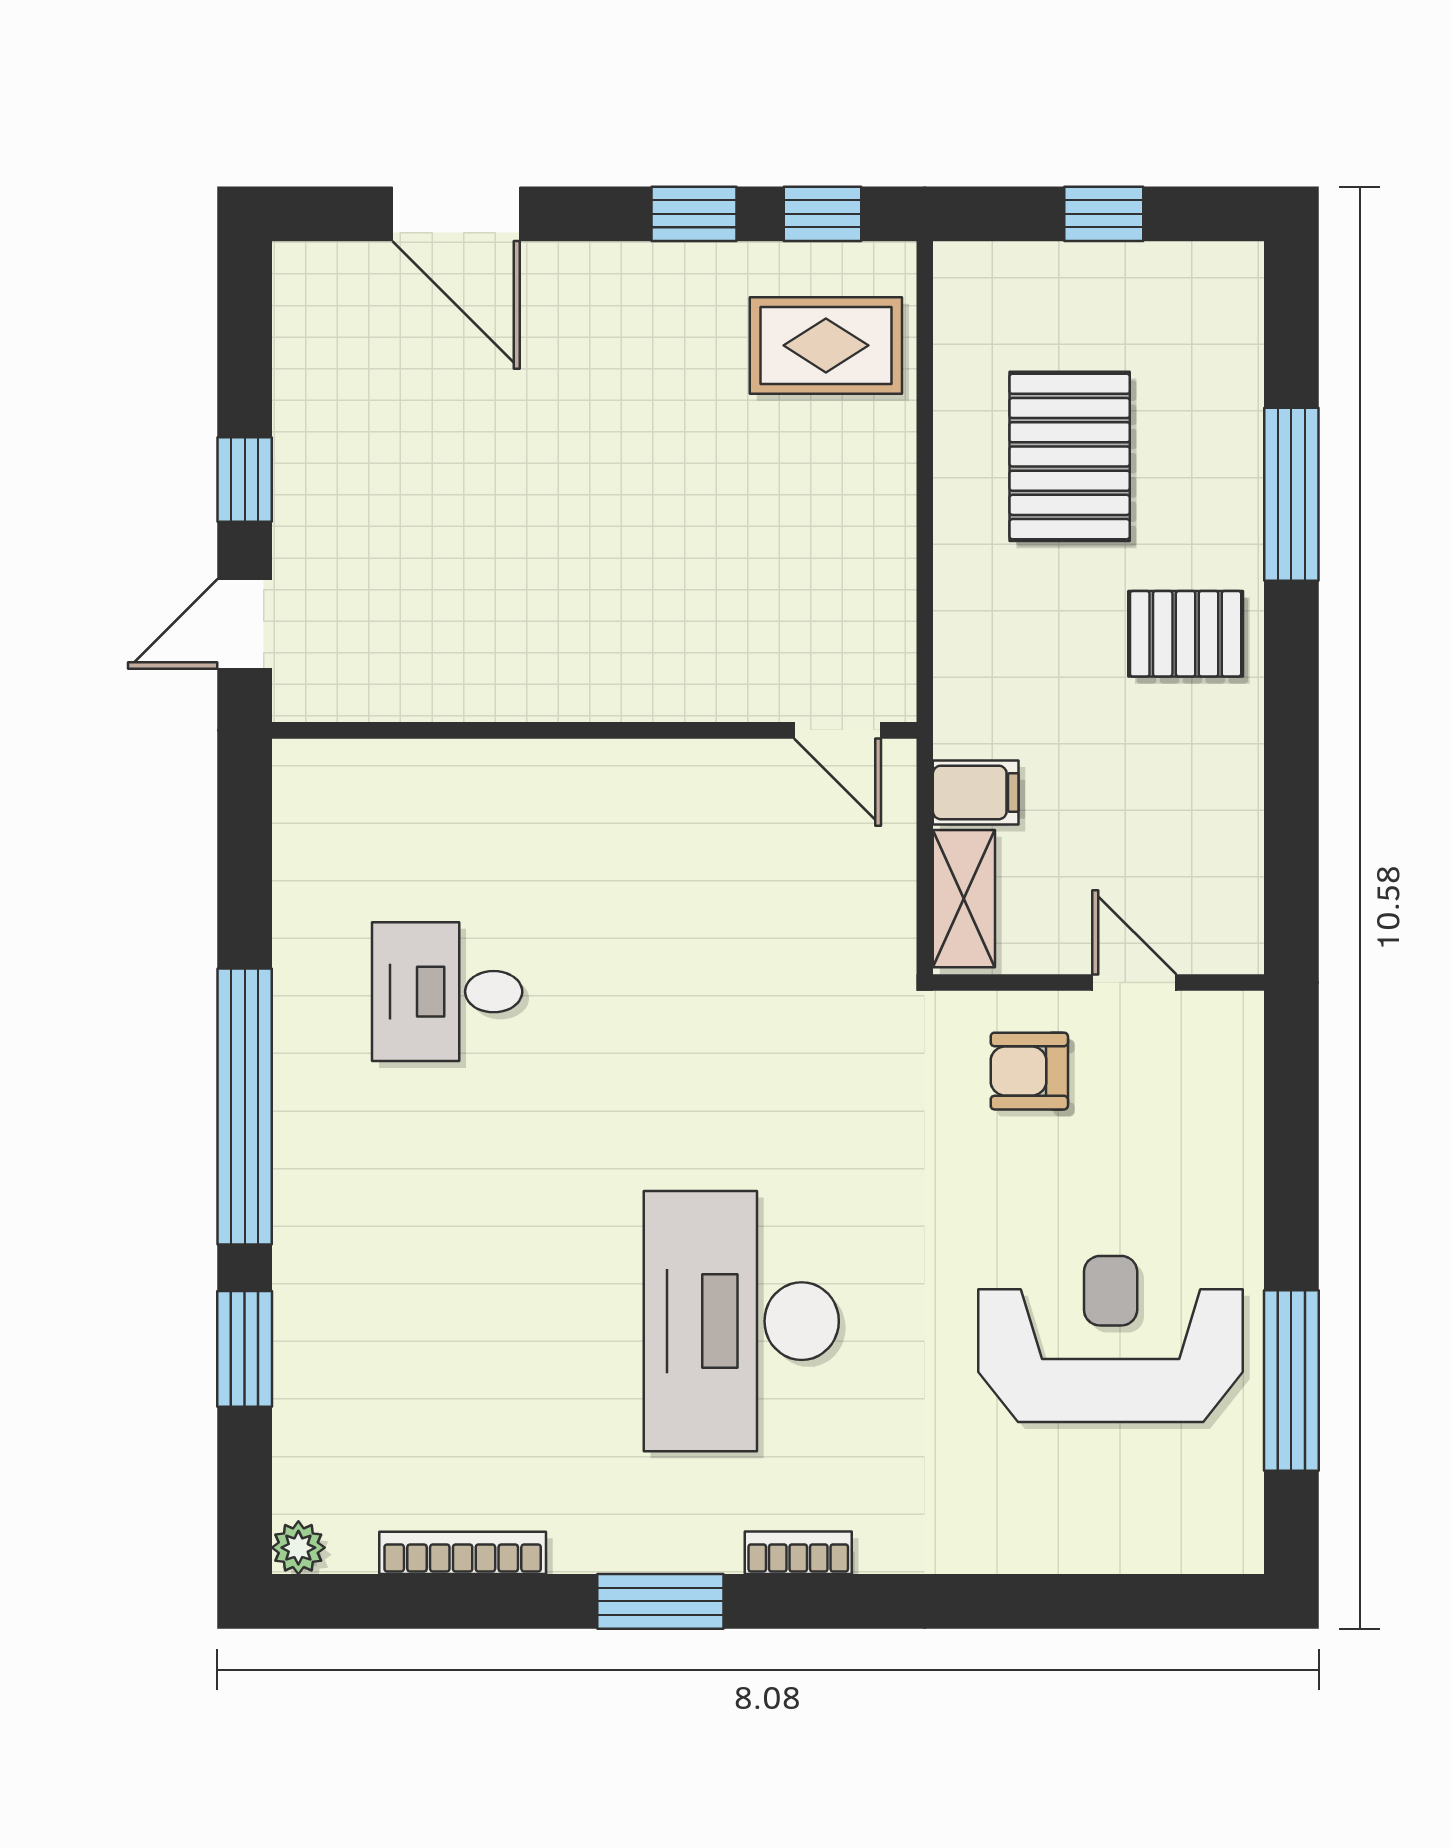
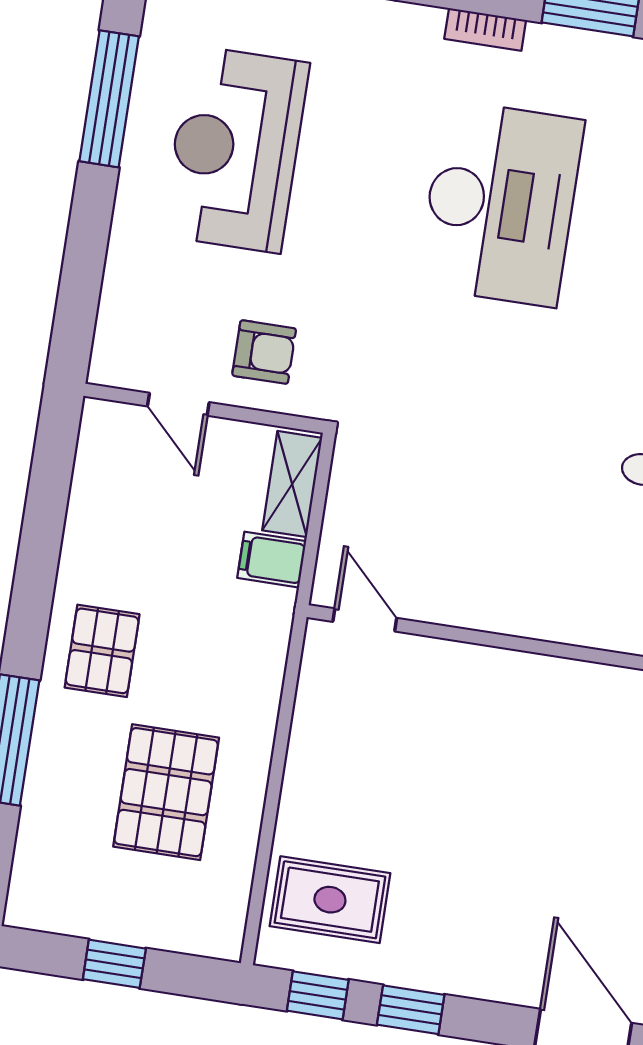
pallet: (1186, 634) -> (102, 651), turned 90
reception desk: (1111, 1339) -> (235, 149), turned 90

